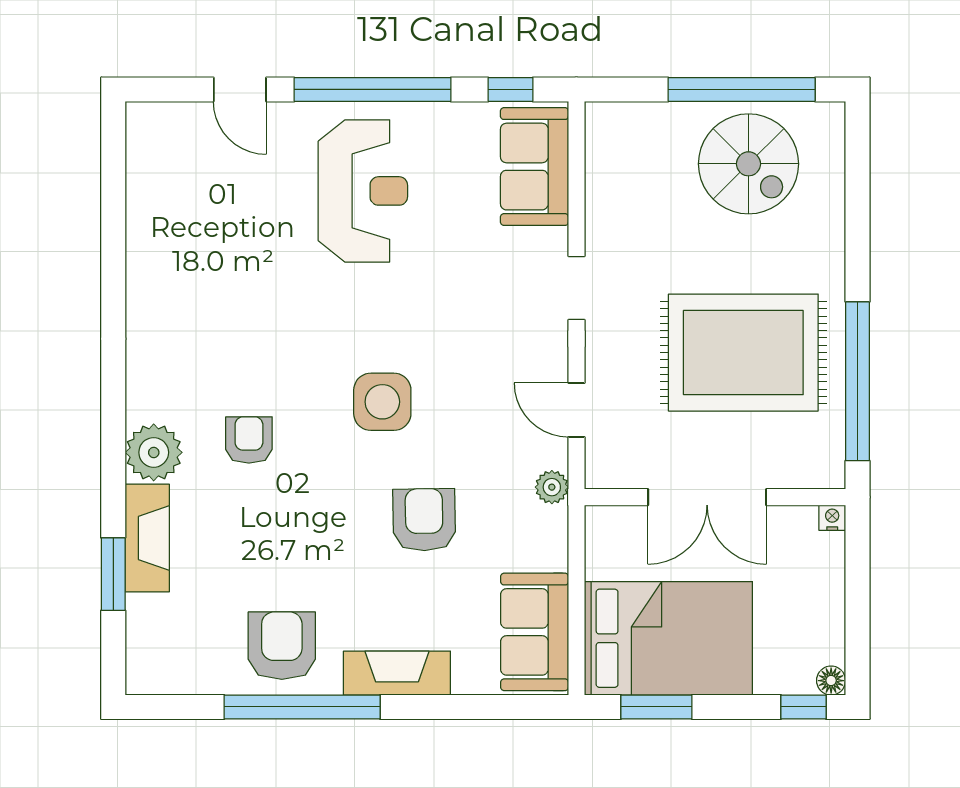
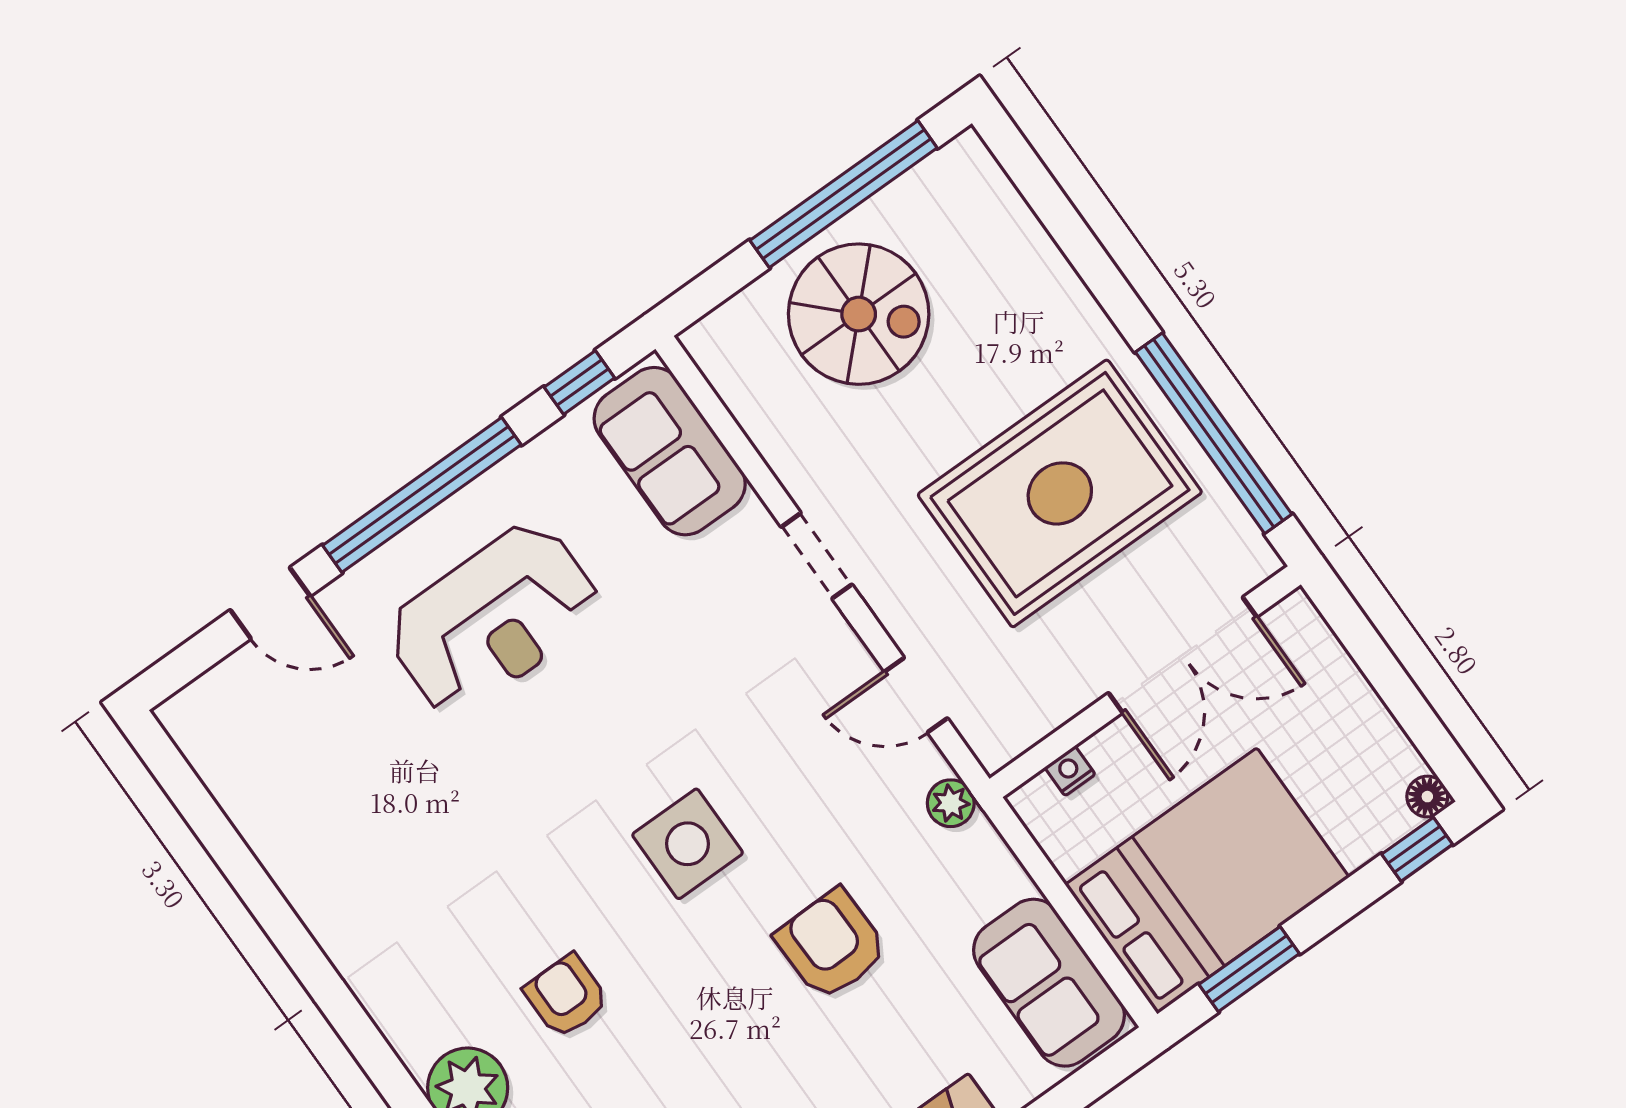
spiral stairs: (748, 164) -> (859, 314), moved
reception desk: (363, 191) -> (494, 619), turned 90
double door: (707, 497) -> (1183, 655), moved
nightstand: (832, 518) -> (1070, 771), moved

